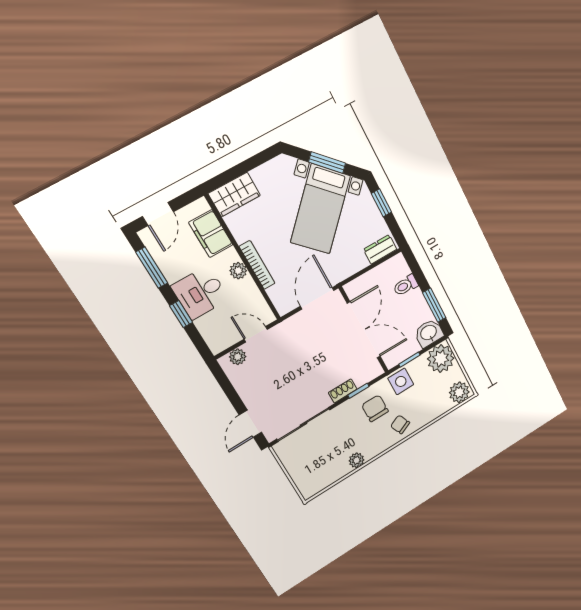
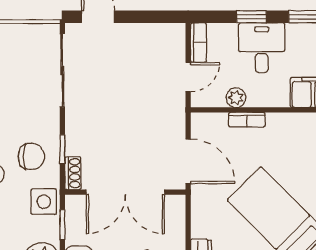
bookcase: (257, 265) -> (247, 120), width x0.64
plant: (238, 271) -> (236, 98), moved
bookcase: (225, 342) -> (198, 43), added
plant: (238, 357) -> (176, 46), removed
shoe rack: (343, 391) -> (73, 173), moved

